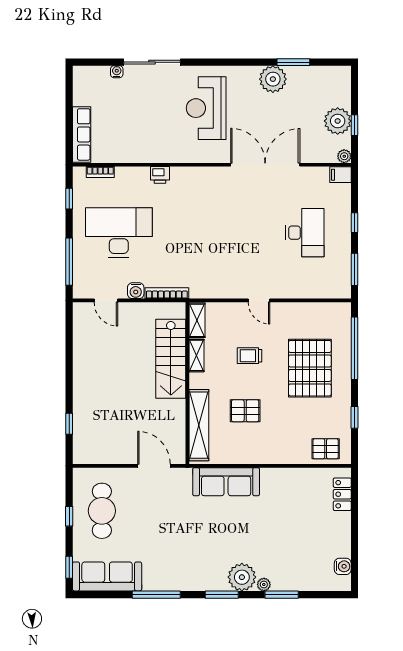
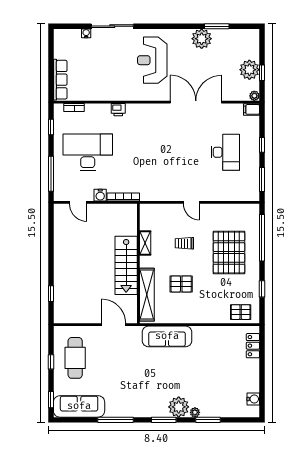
shelving: (197, 320) -> (146, 217), removed
stairs: (171, 359) -> (126, 265), moved

